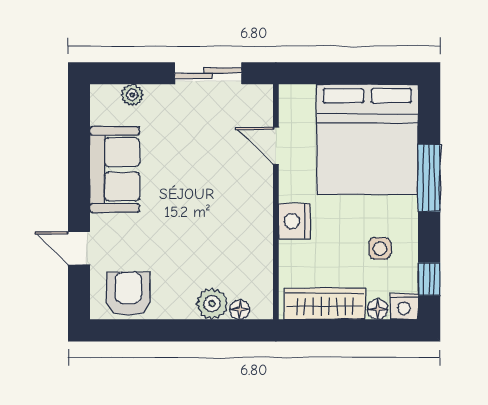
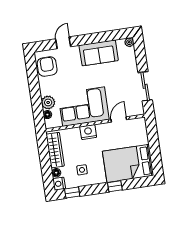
plant: (132, 95) -> (129, 42), moved
bed: (367, 139) -> (128, 163), width x0.73
window: (429, 178) -> (115, 186), width x0.46
corner sofa: (234, 223) -> (84, 107), added
armchair: (128, 294) -> (47, 67), turned -90

